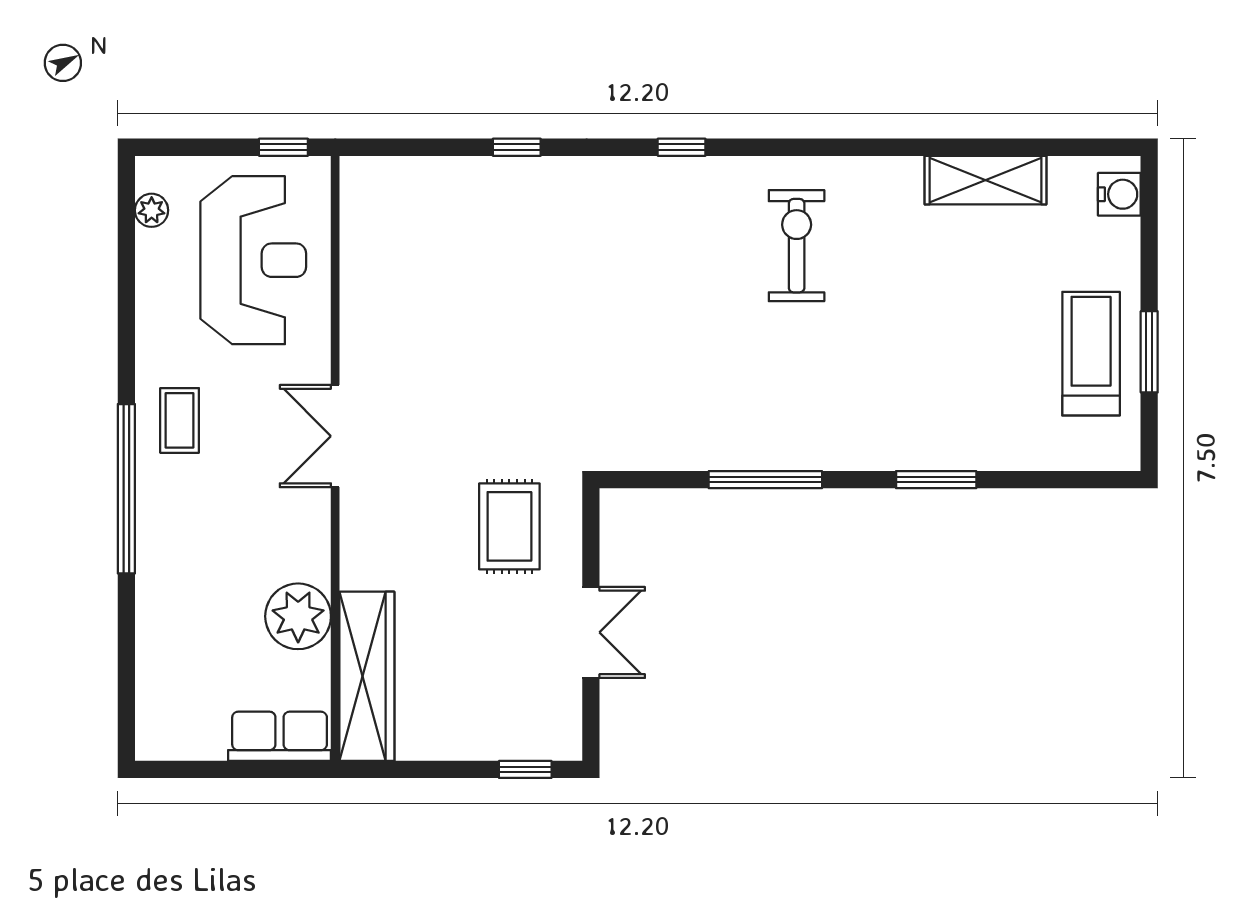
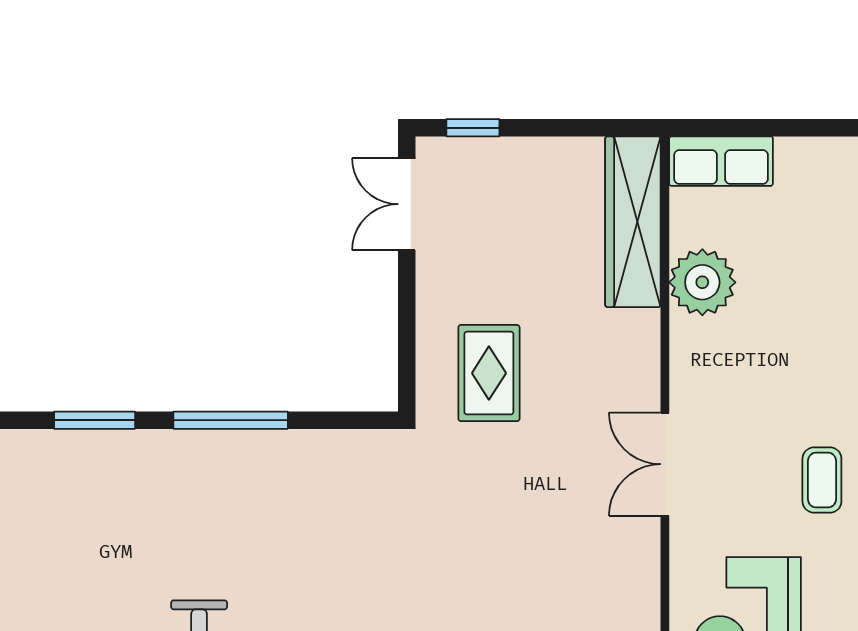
double door: (335, 436) -> (665, 464), swing flipped
window: (936, 480) -> (95, 420), moved
double door: (591, 632) -> (407, 204), moved

